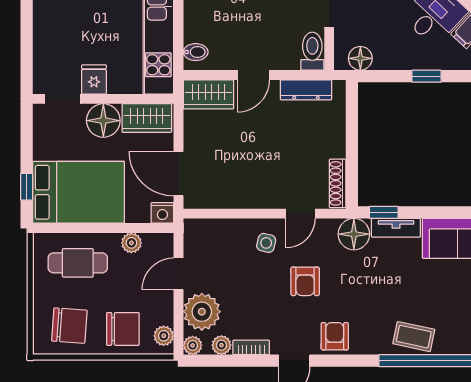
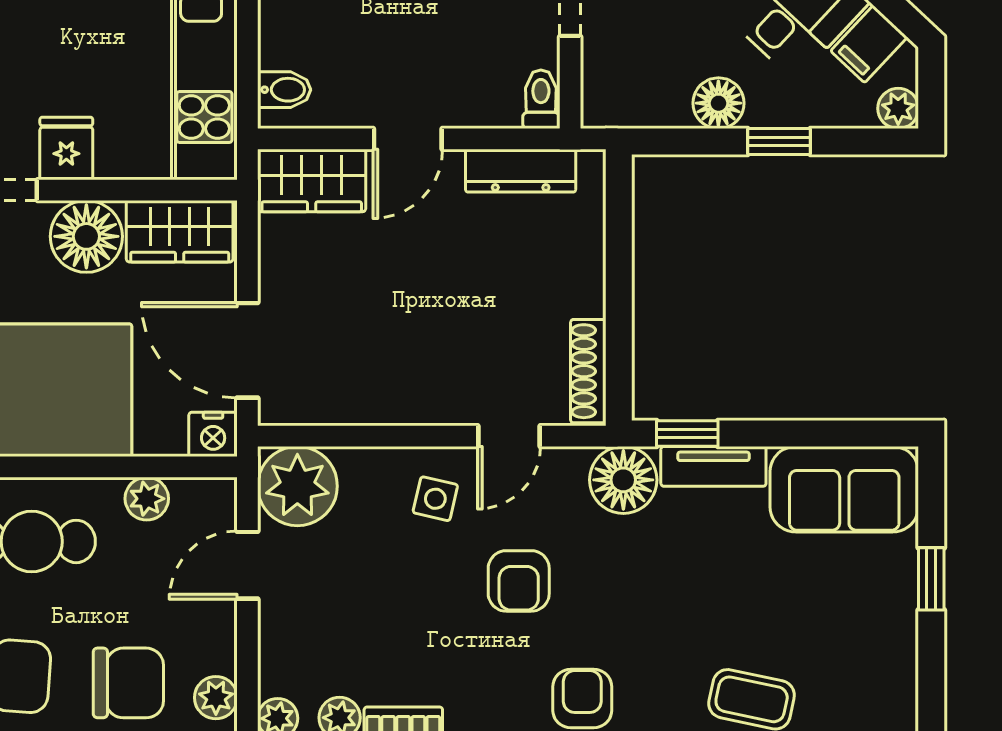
toilet: (312, 51) -> (541, 99), width x0.73, depth x0.72
floor lamp: (360, 58) -> (718, 103), moved
plant: (202, 312) -> (297, 486), moved

